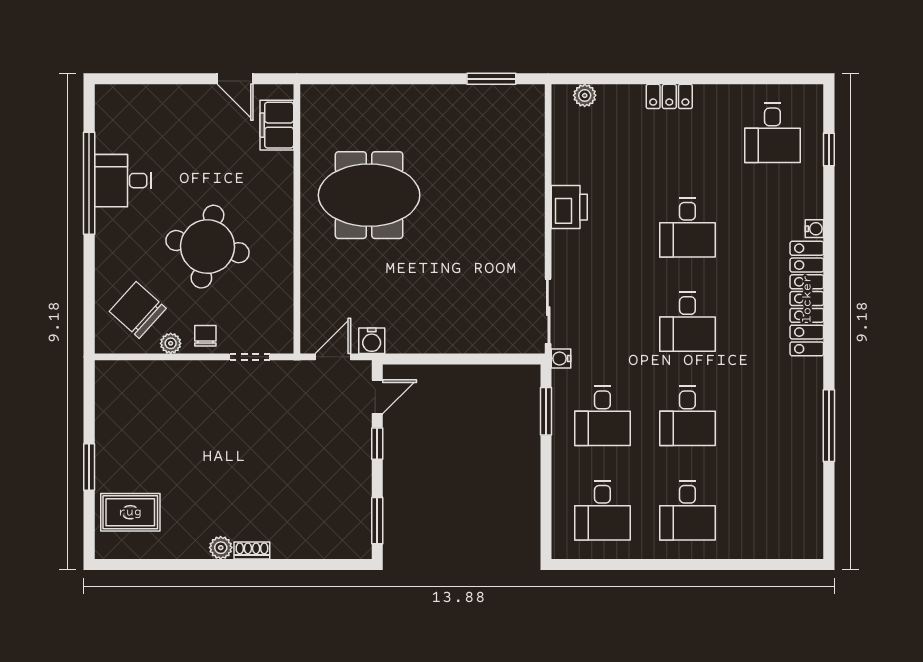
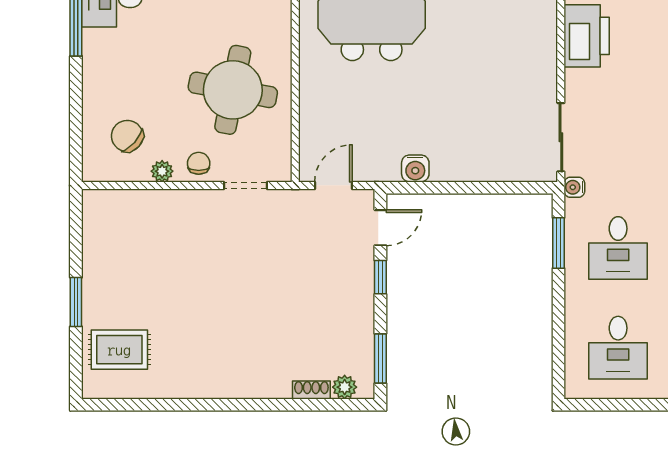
printer: (569, 207) -> (587, 36), width x1.37, depth x1.19
round table: (207, 247) -> (233, 90), moved
chair: (138, 310) -> (127, 136), width x0.73, depth x0.73
water cooler: (372, 341) -> (415, 168), moved
plant: (221, 548) -> (345, 387), moved
shoe rack: (252, 550) -> (311, 390), moved

